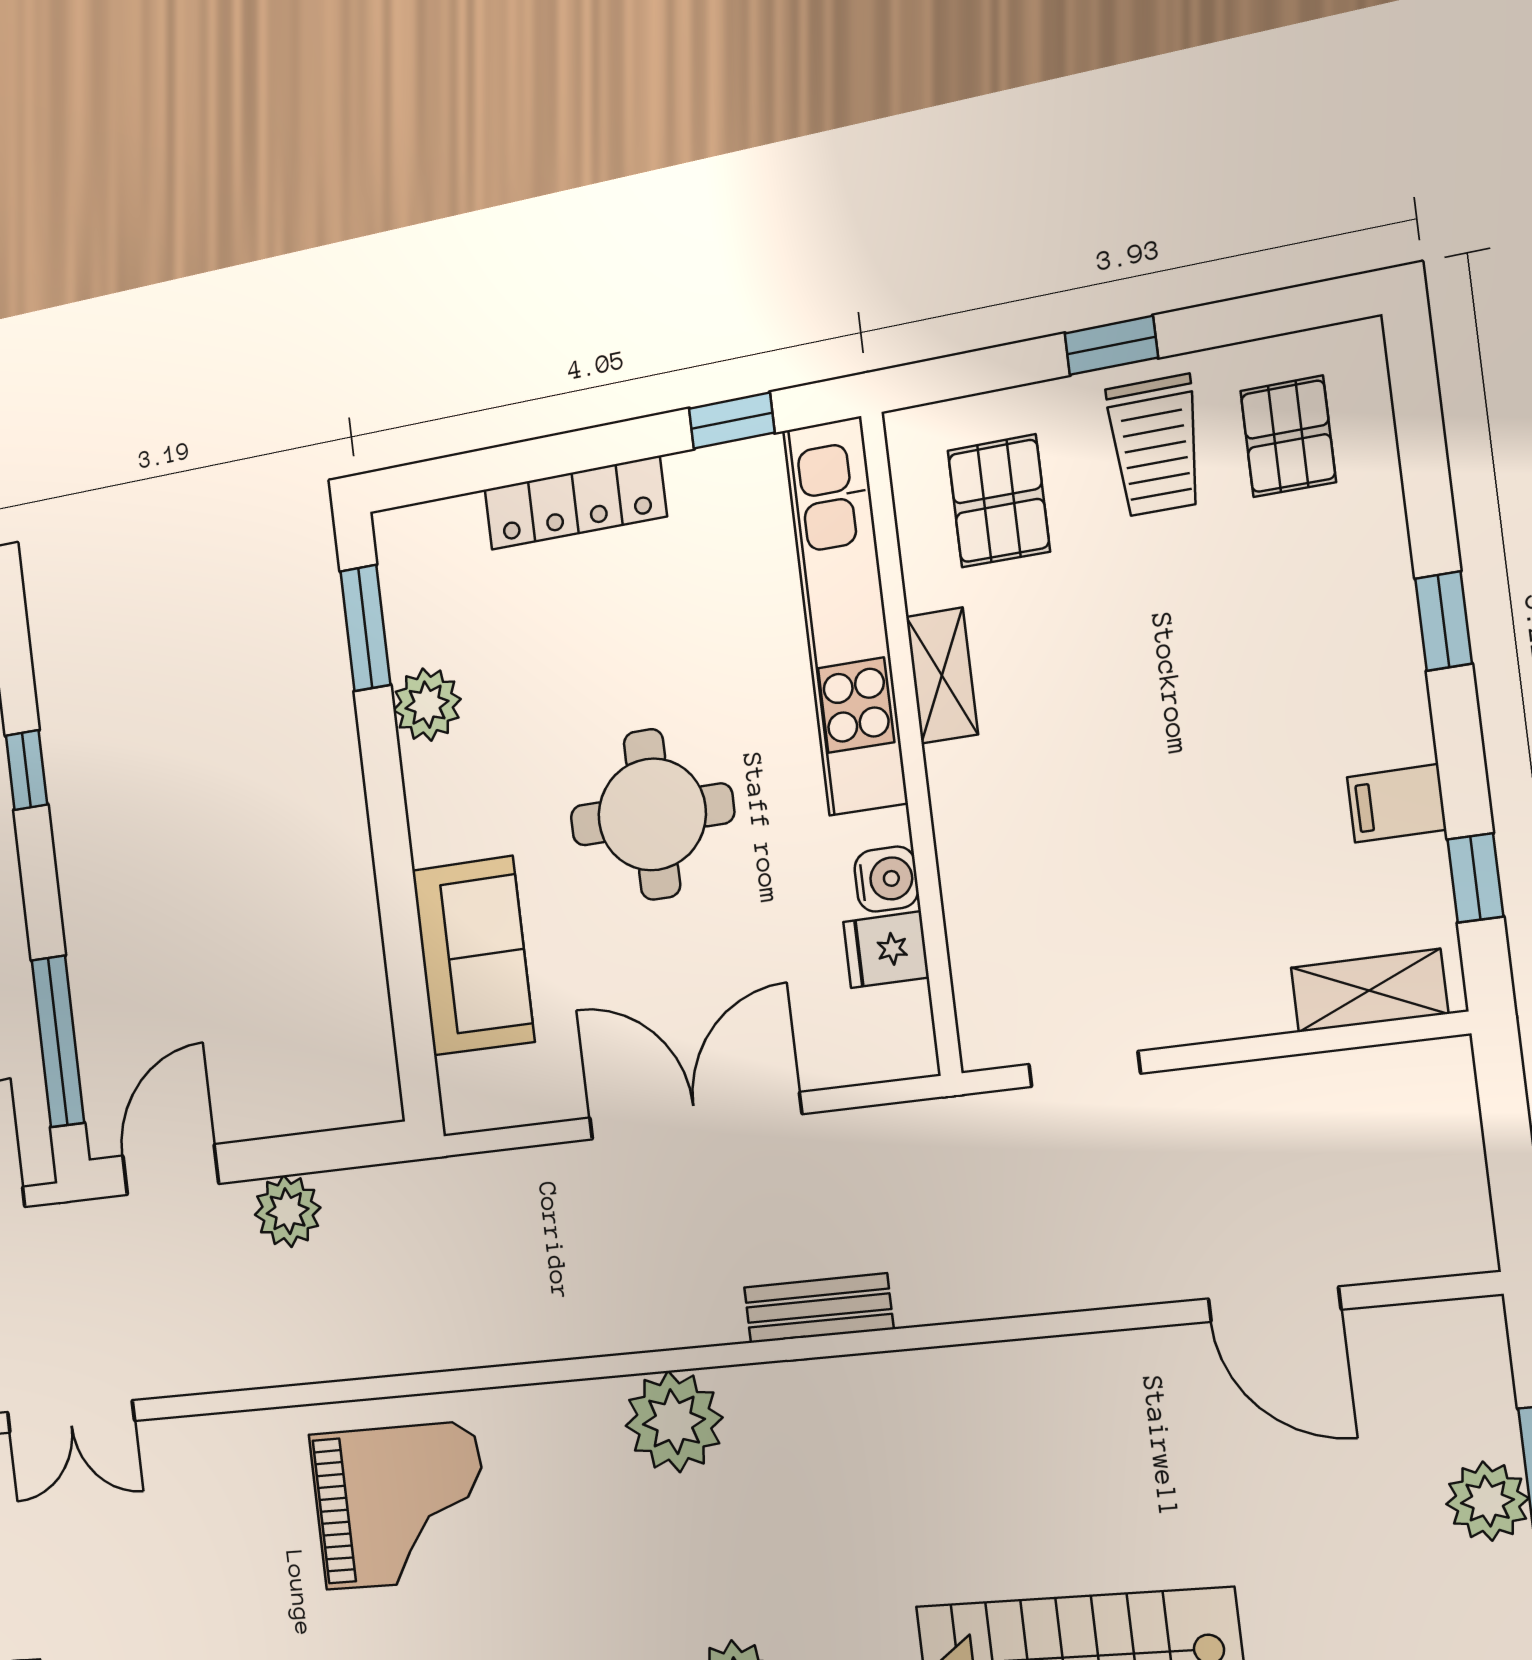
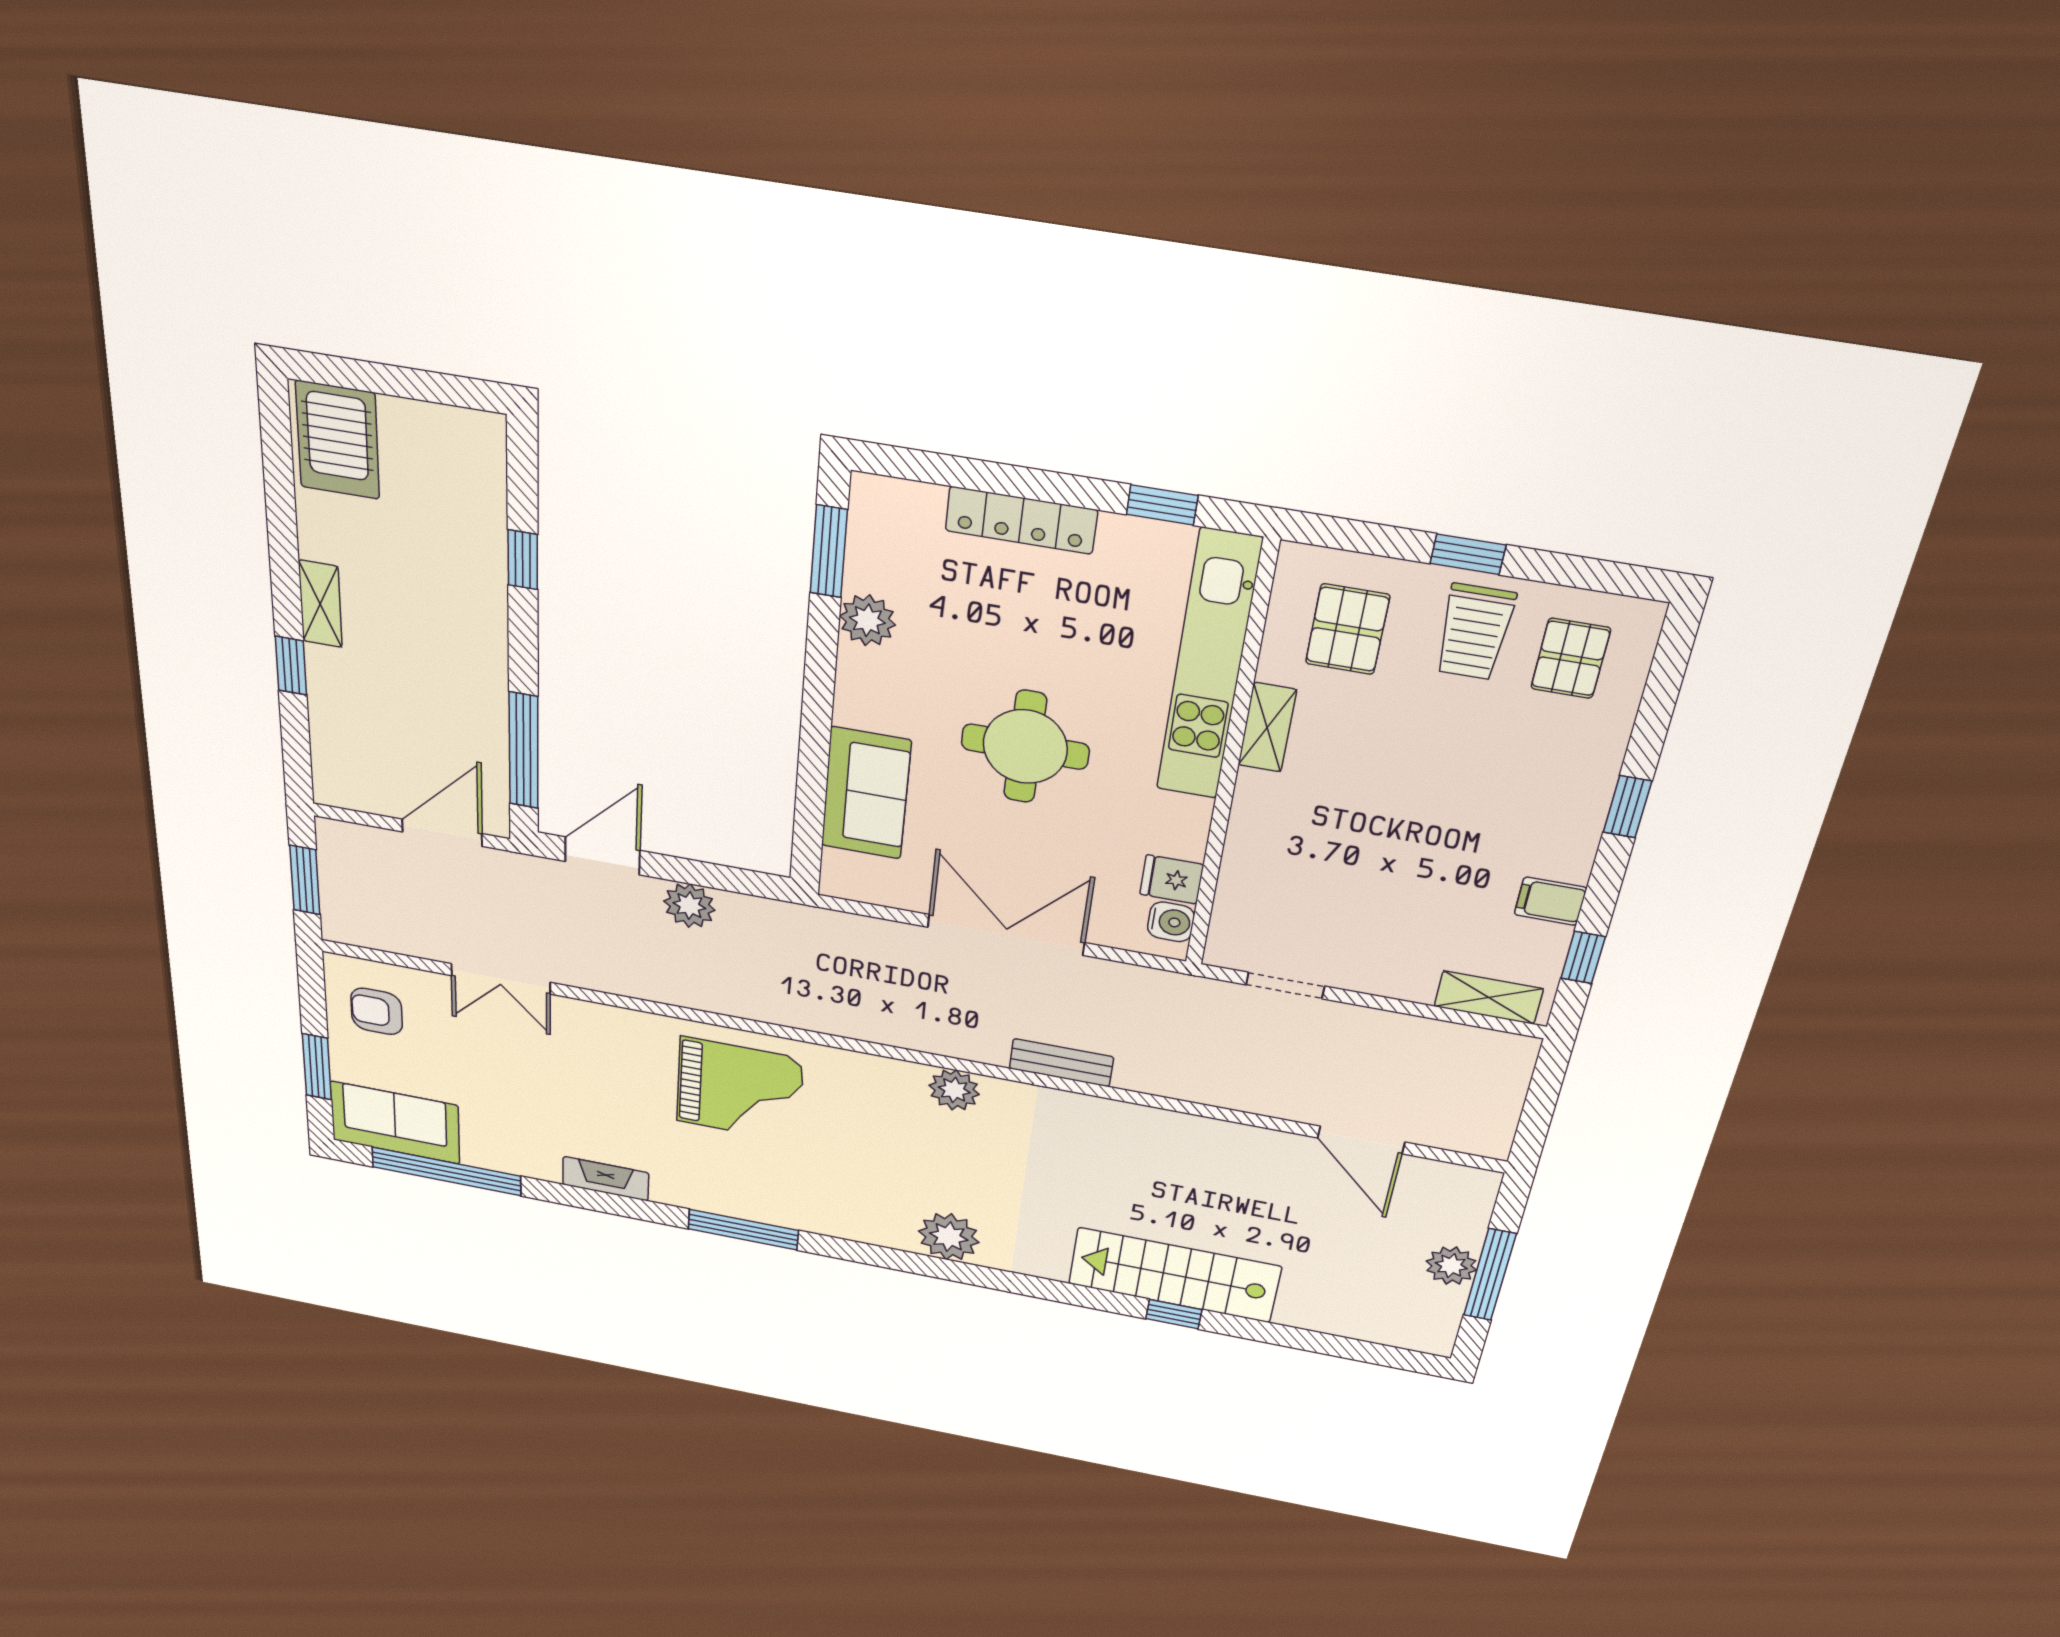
water cooler: (886, 879) -> (1171, 922), moved
plant: (674, 1422) -> (954, 1090), width x0.73, depth x0.73

